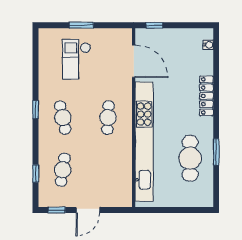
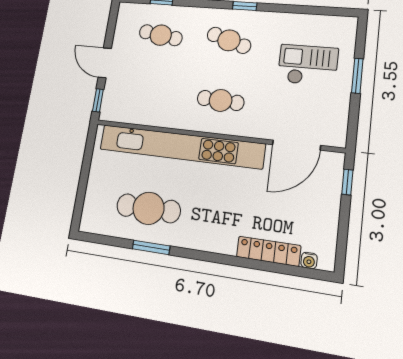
locker: (206, 96) -> (268, 251), moved
cafe table: (63, 118) -> (229, 40), turned 30
window: (57, 210) -> (98, 100), moved

